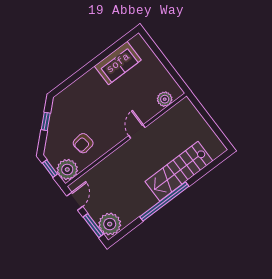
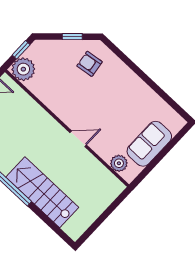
sofa: (118, 63) -> (149, 144), moved, turned 90
armchair: (83, 143) -> (89, 64), moved

